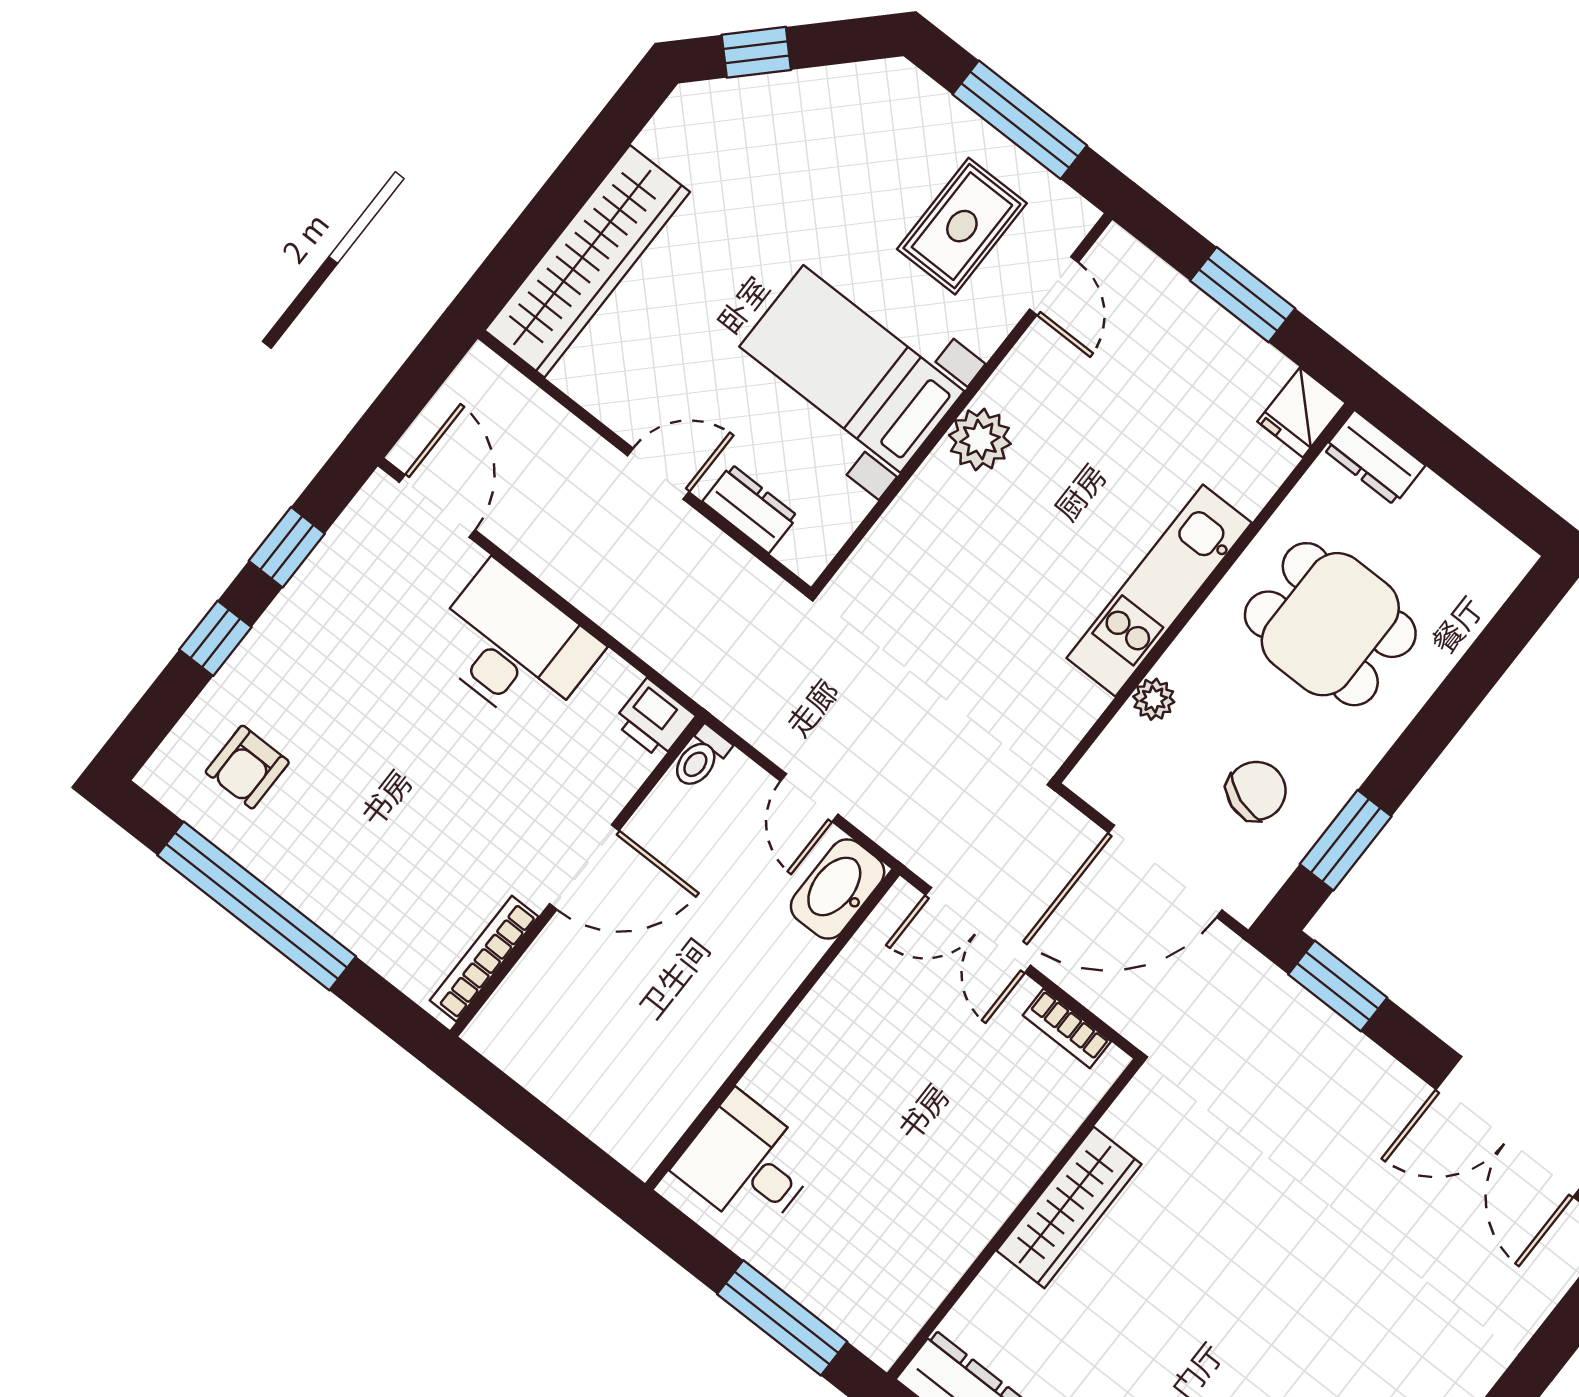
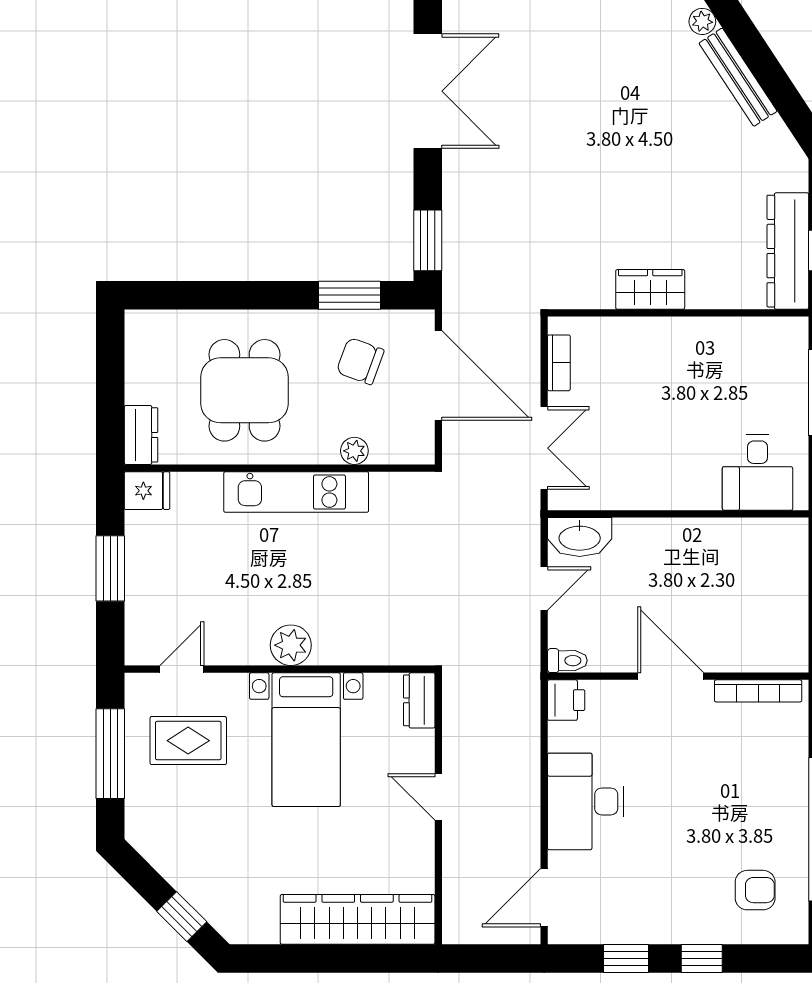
dresser: (750, 509) -> (419, 700), moved
wardrobe: (1069, 1207) -> (650, 289), width x0.67

